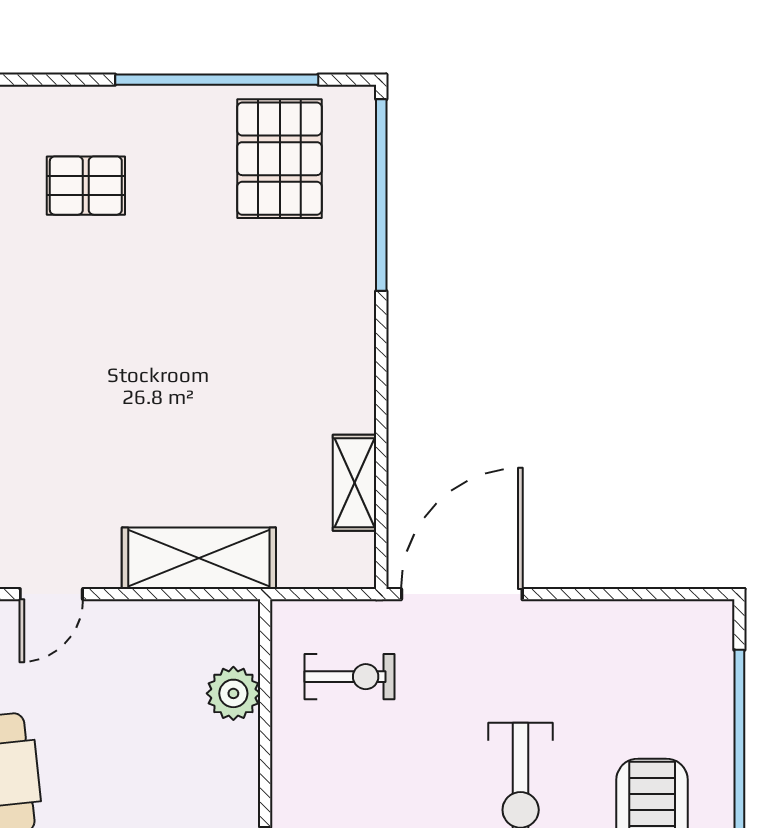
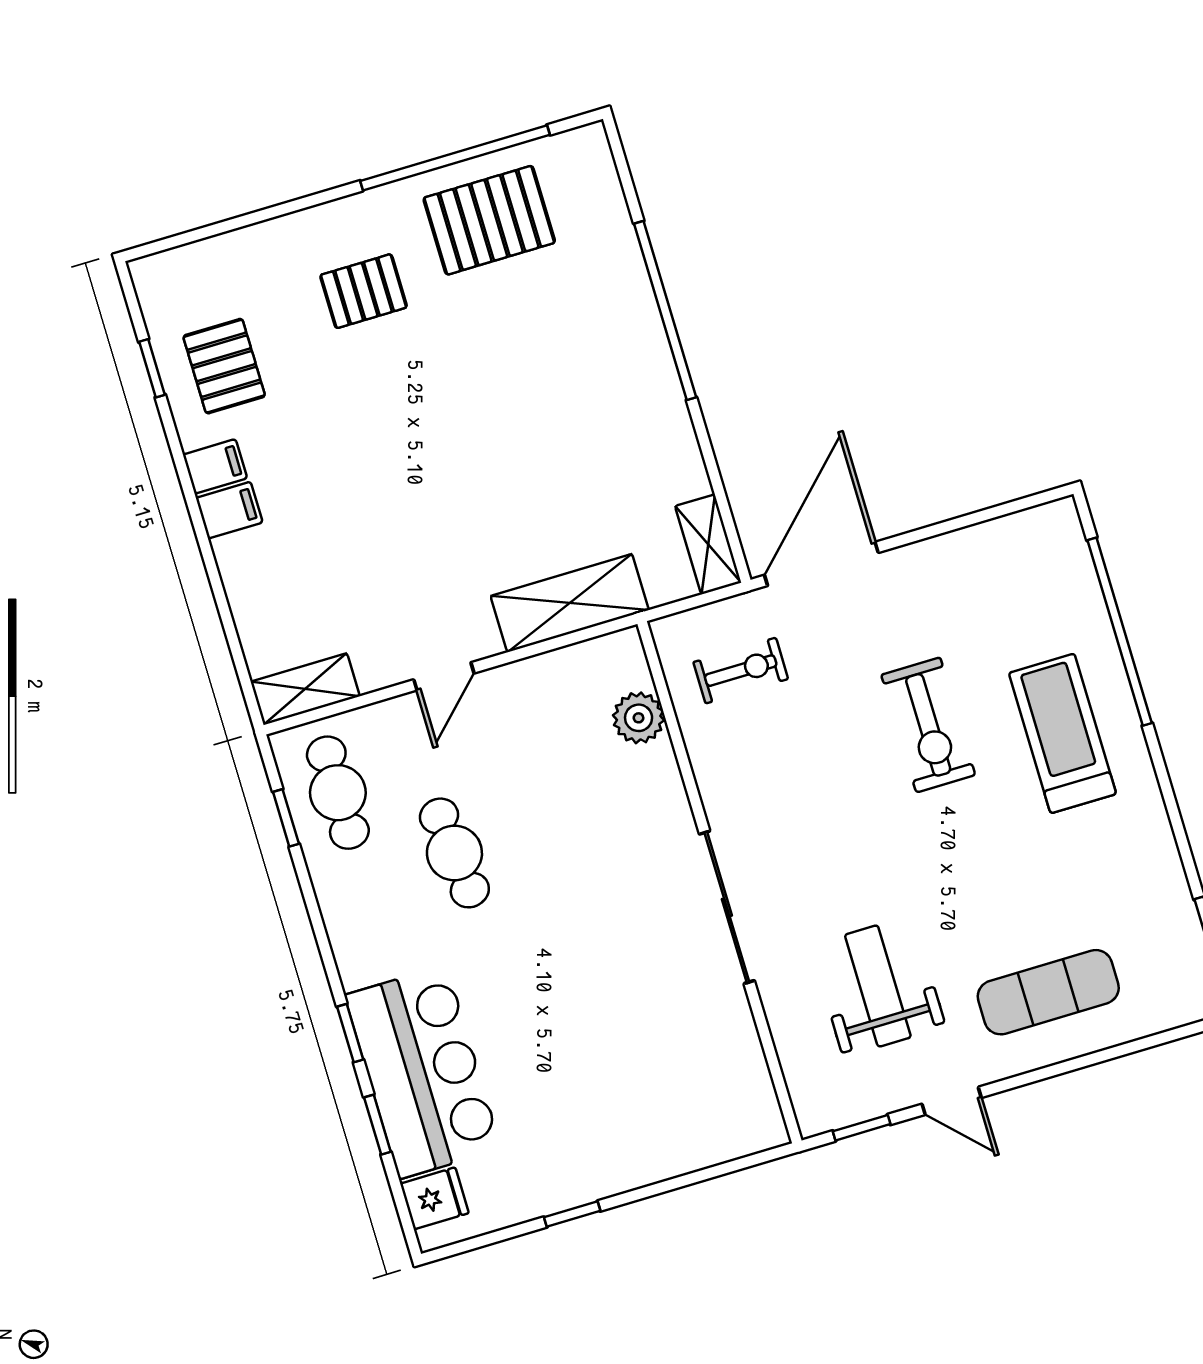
pallet: (280, 159) -> (489, 220), moved, turned 90
window: (381, 195) -> (665, 310), moved
shelving: (354, 483) -> (708, 544), moved

